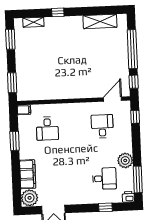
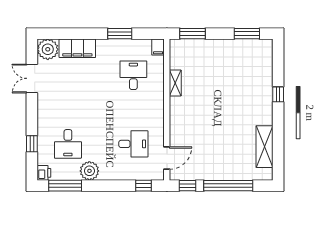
shelving: (33, 22) -> (175, 83), moved
door: (112, 99) -> (167, 158), hinge flipped
desk: (47, 129) -> (133, 75), turned 90

